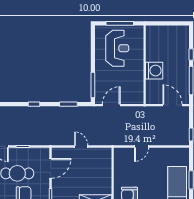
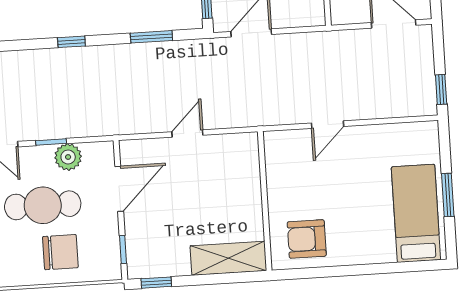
door: (81, 146) -> (187, 133), hinge flipped
plant: (29, 153) -> (68, 157), added

